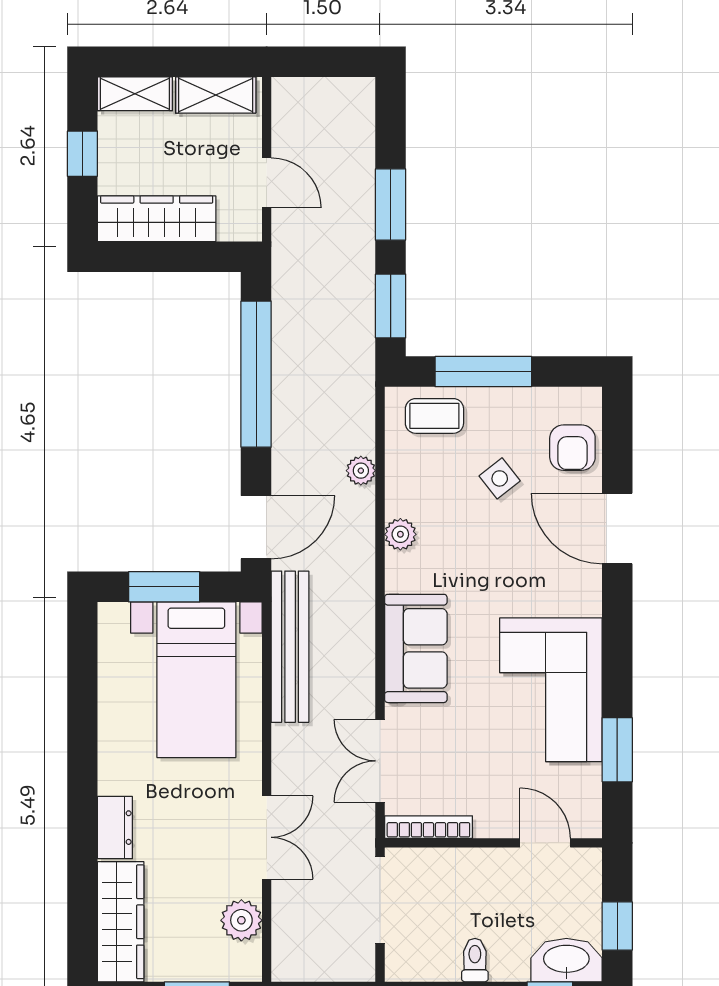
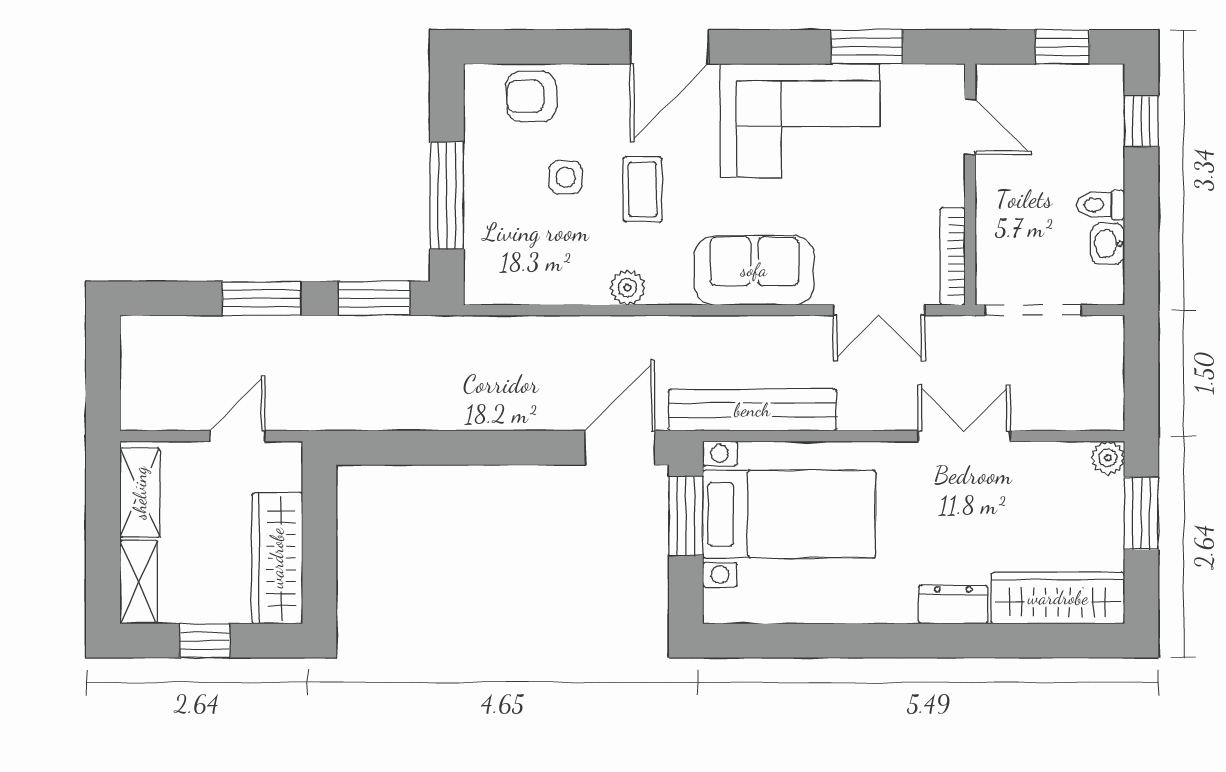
window: (256, 374) -> (450, 448), removed
coffee table: (434, 416) -> (643, 189), moved
armchair: (572, 448) -> (531, 96), turned 180
plant: (361, 471) -> (557, 331), removed
side table: (500, 478) -> (566, 177), turned 38
door: (256, 527) -> (620, 448), hinge flipped
door: (617, 528) -> (669, 47), moved
window: (164, 587) -> (686, 516), moved
door: (545, 843) -> (970, 127), swing flipped
plant: (241, 920) -> (1108, 458), moved, width x0.73, depth x0.73
washbasin: (566, 960) -> (1108, 244), moved, width x0.52, depth x0.69

